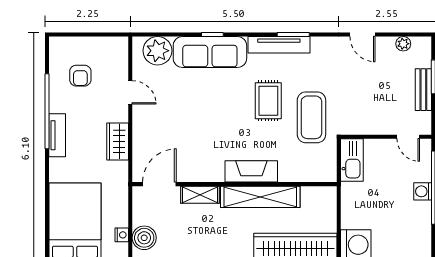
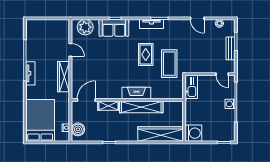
tv unit: (279, 45) -> (152, 24), width x0.71
sofa: (210, 52) -> (114, 28), width x0.73
armchair: (80, 76) -> (43, 41), removed
wardrobe: (118, 141) -> (63, 77), width x1.50

